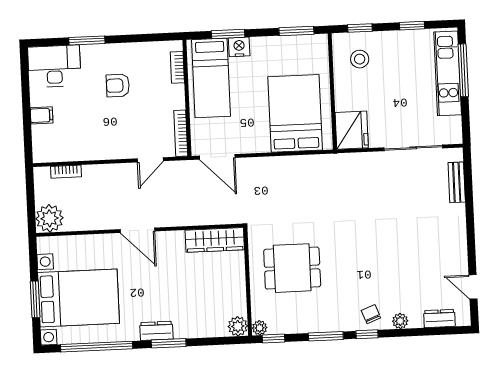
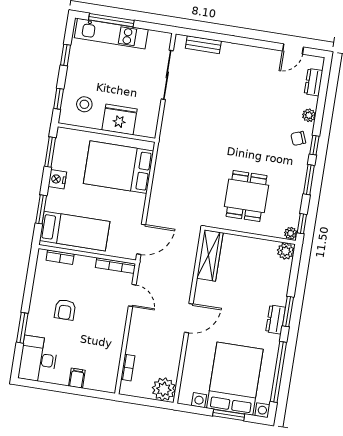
nightstand: (239, 47) -> (57, 179), moved
fridge: (352, 130) -> (119, 119), moved

